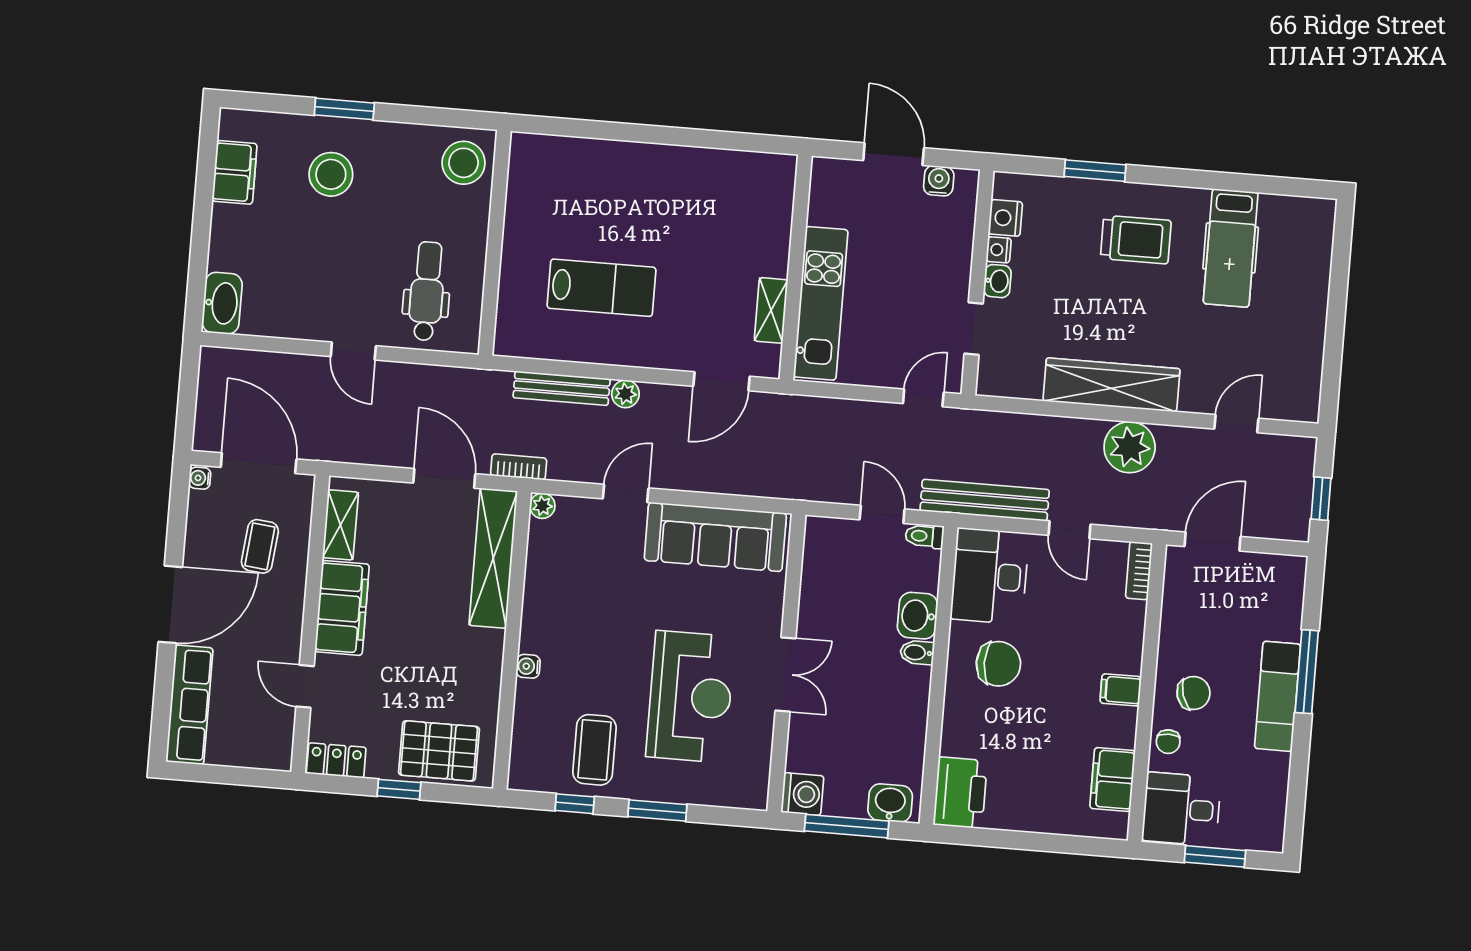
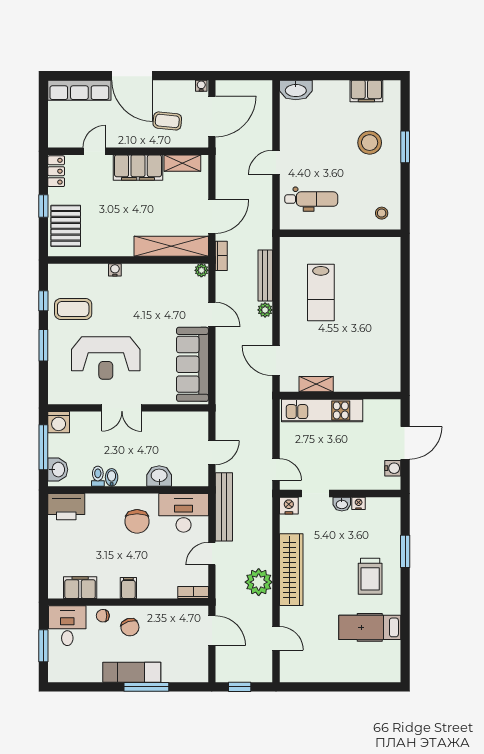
stool: (464, 163) -> (382, 213), width x0.53, depth x0.53
nightstand: (1005, 218) -> (289, 506), moved
toilet: (924, 536) -> (98, 476), moved
bidet: (917, 652) -> (112, 477), moved

